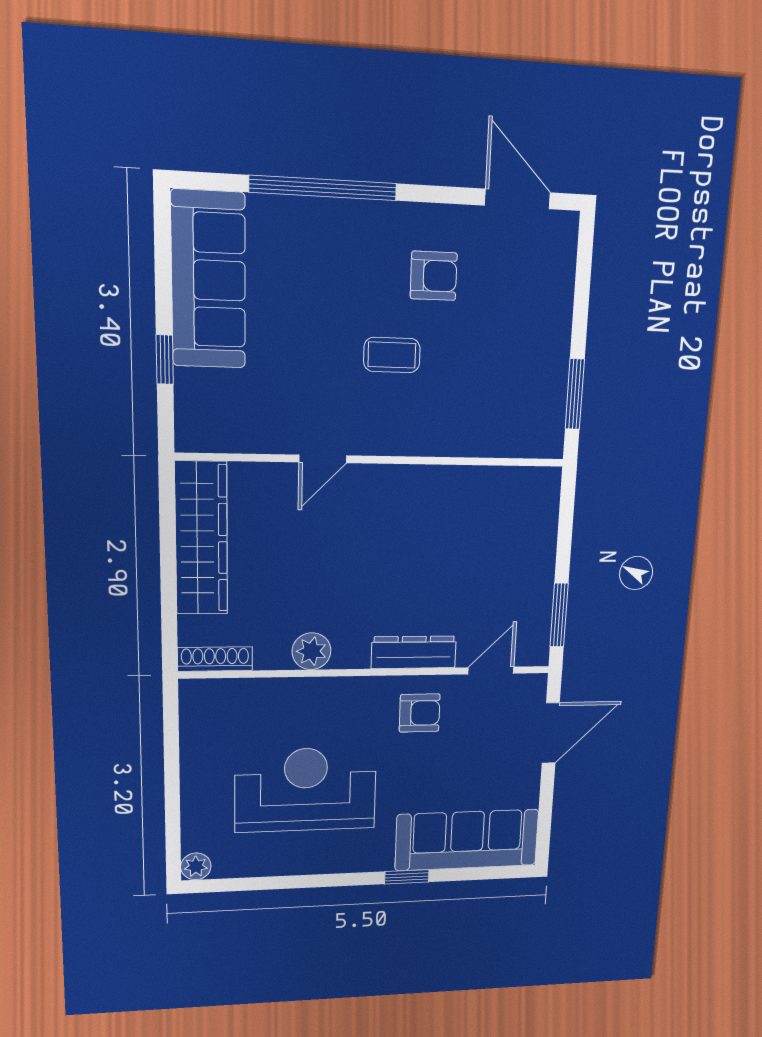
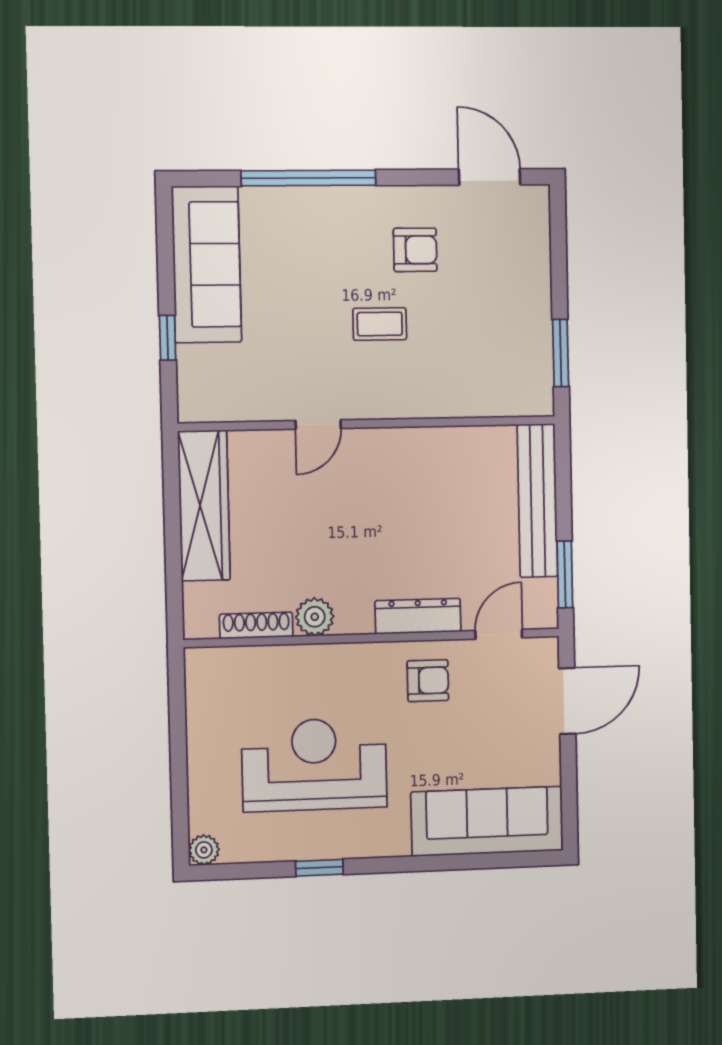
bench: (539, 543) -> (537, 501), added
shoe rack: (215, 659) -> (256, 625), moved
window: (407, 877) -> (319, 868), moved

